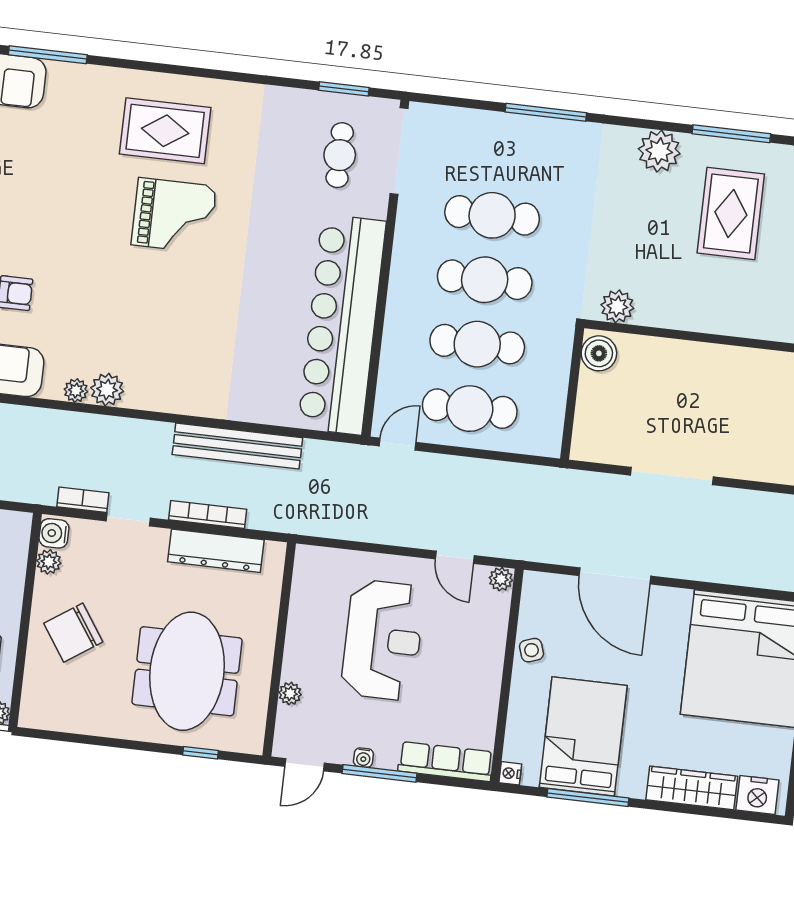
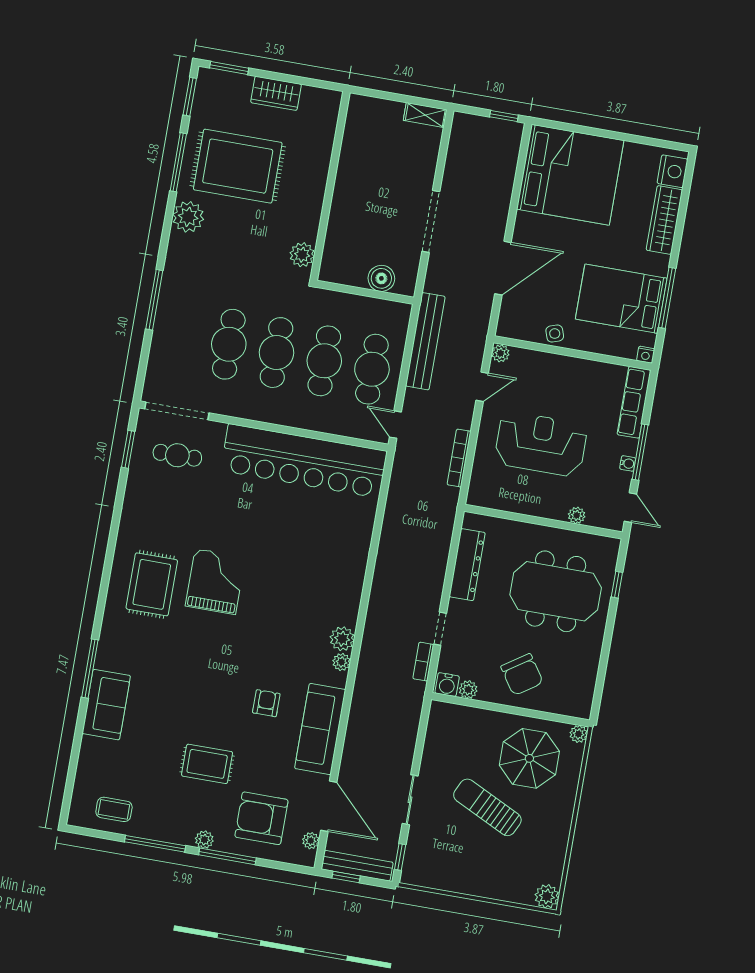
rug: (731, 213) -> (238, 166), width x1.37, depth x1.44
boiler: (599, 353) -> (381, 278), moved
bench: (237, 446) -> (425, 341), moved
bookcase: (208, 514) -> (459, 458), moved

